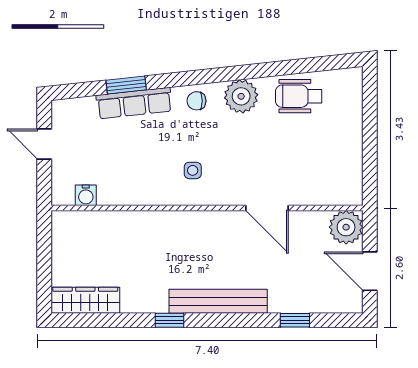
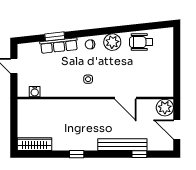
bench: (218, 301) -> (122, 145), moved

